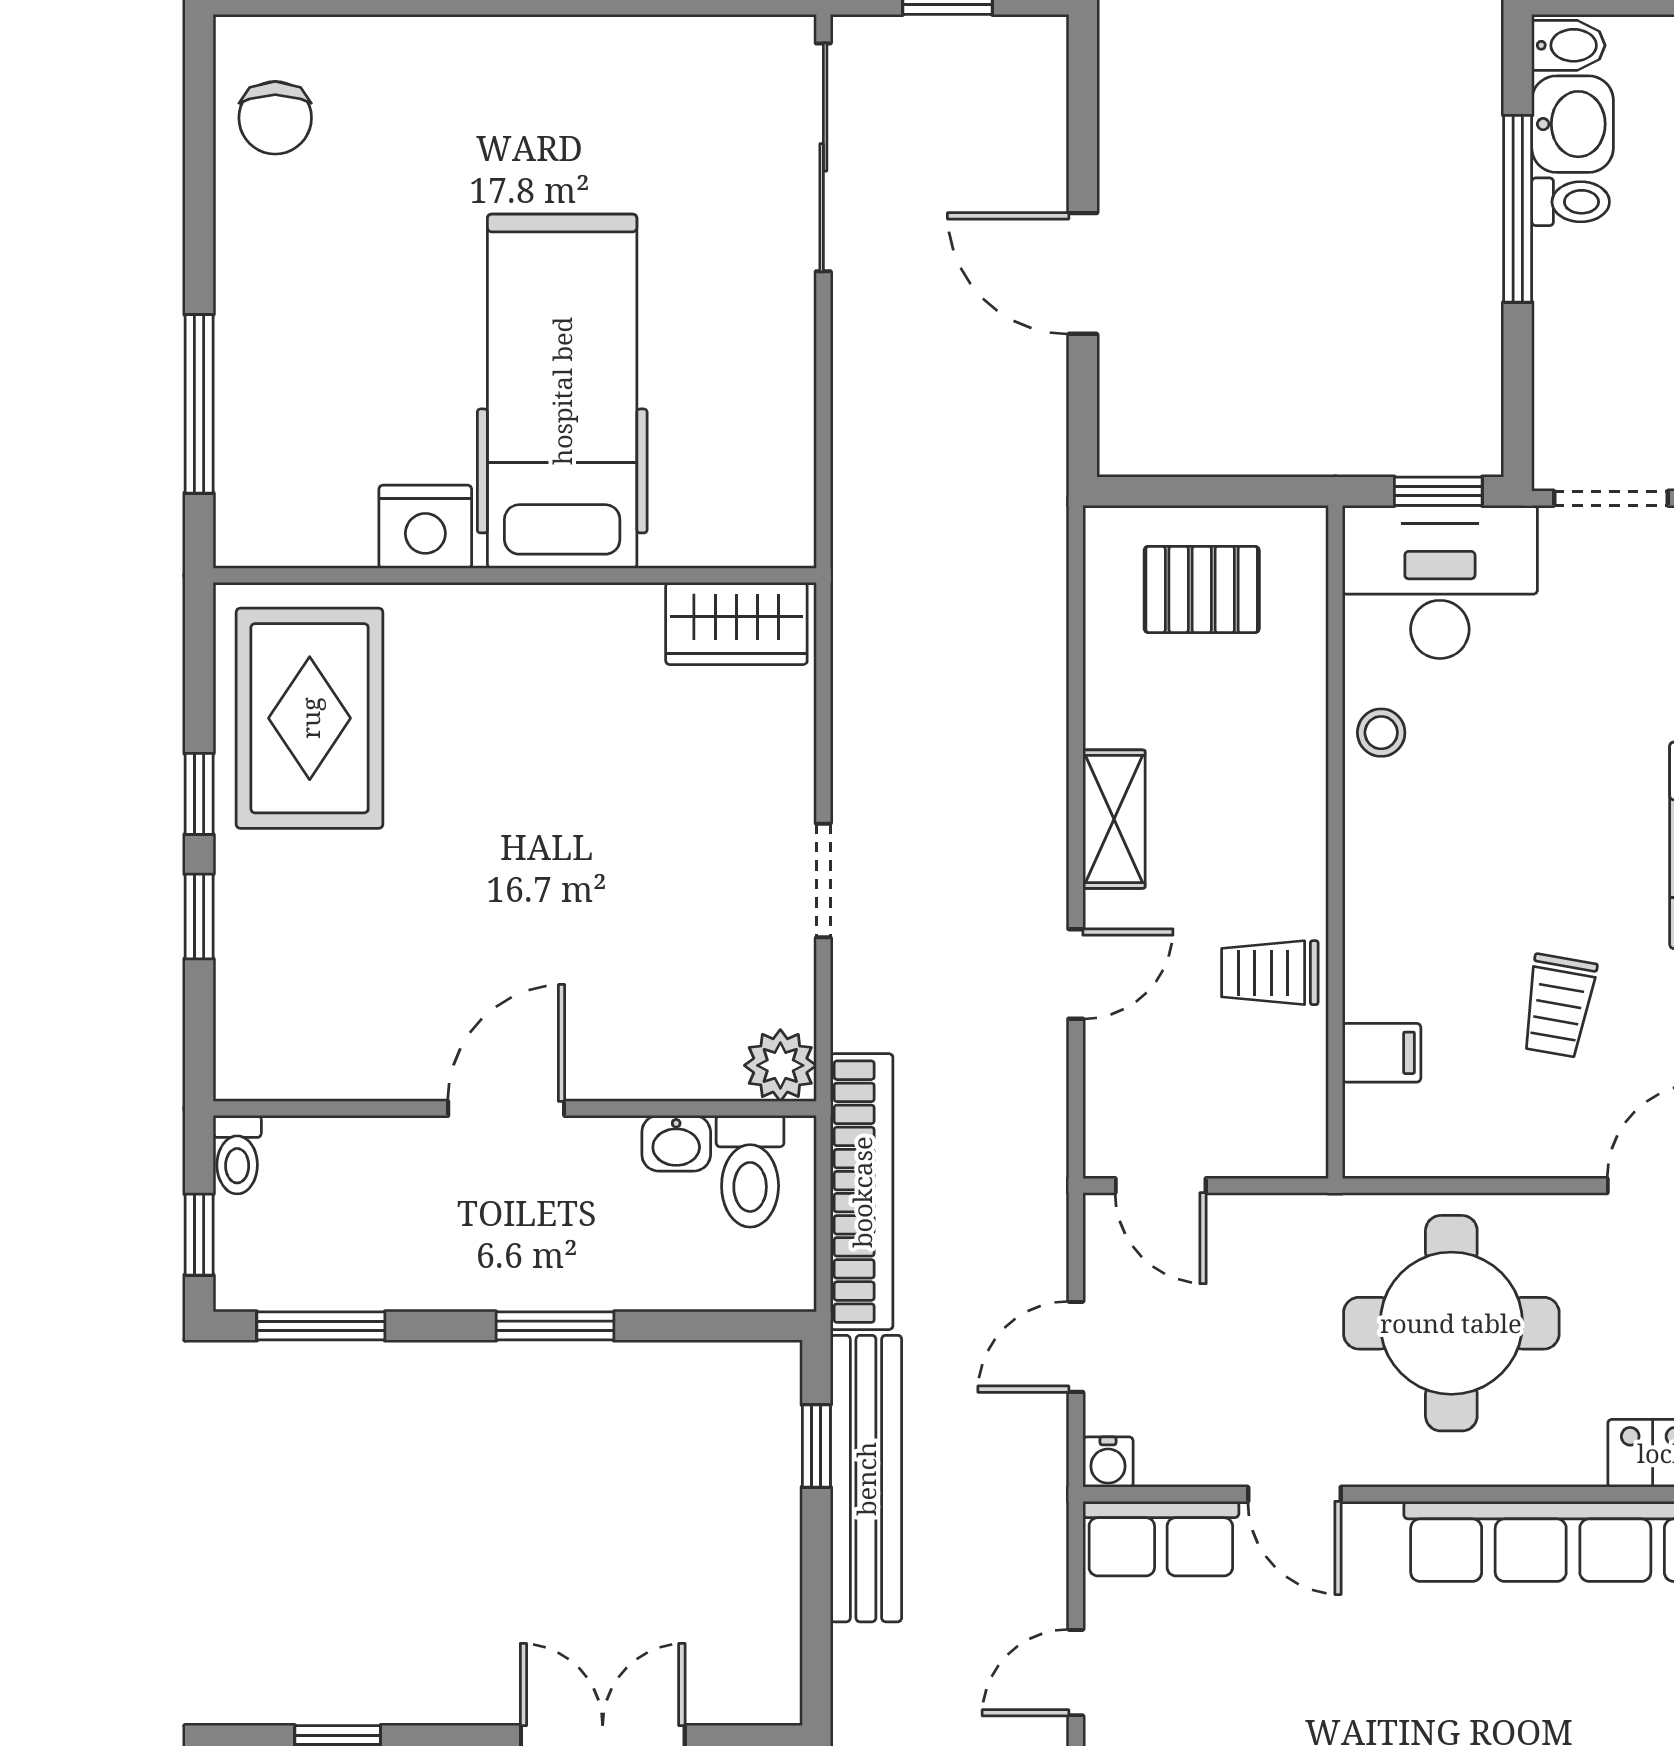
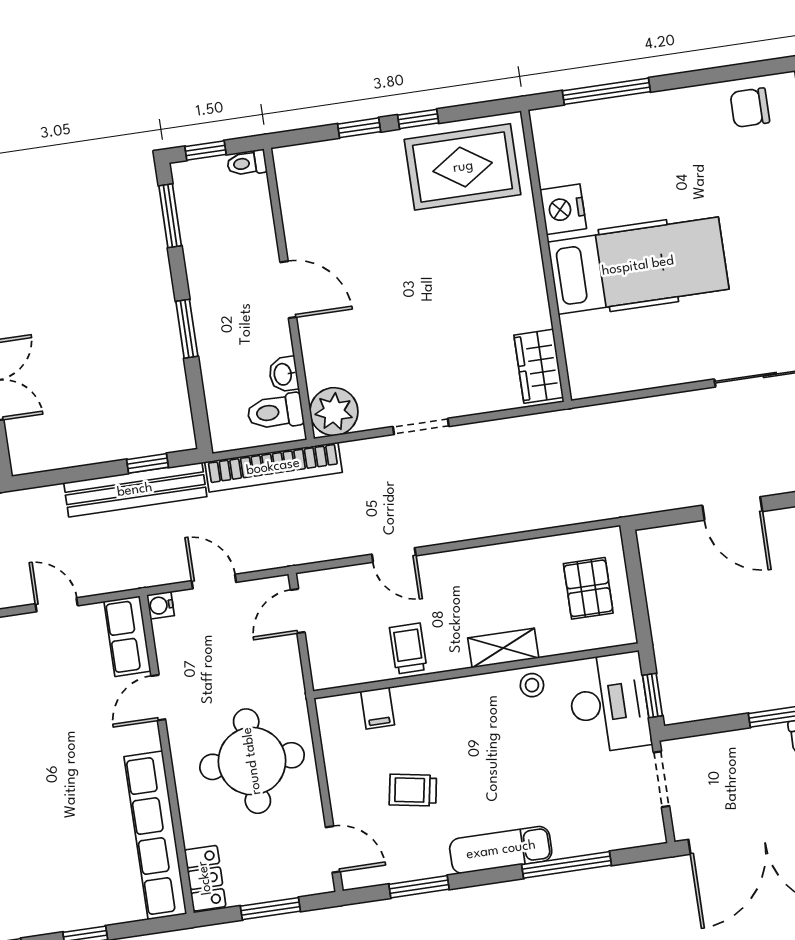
door: (1083, 273) -> (732, 508), swing flipped
shelving: (1114, 819) -> (503, 648), moved
plant: (780, 1065) -> (334, 412), width x1.36, depth x1.36

